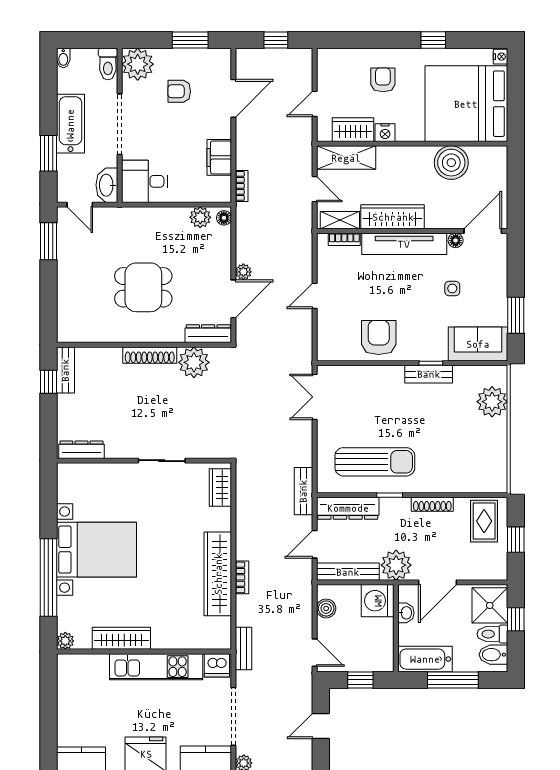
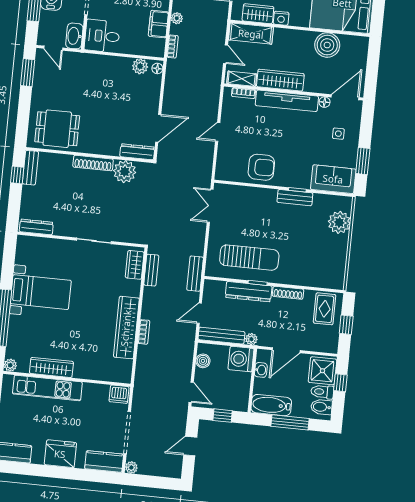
plant: (243, 272) -> (177, 18), moved
dining table: (143, 287) -> (57, 129), moved
side table: (452, 288) -> (338, 134), moved
armchair: (379, 338) -> (261, 167), turned 90
dresser: (348, 508) -> (249, 292), moved
bed with nightstands: (96, 550) -> (41, 292), width x0.73
plant: (396, 565) -> (251, 339), width x0.53, depth x0.53
bench: (244, 648) -> (151, 270), moved
kitchen unit: (156, 667) -> (47, 388), moved

